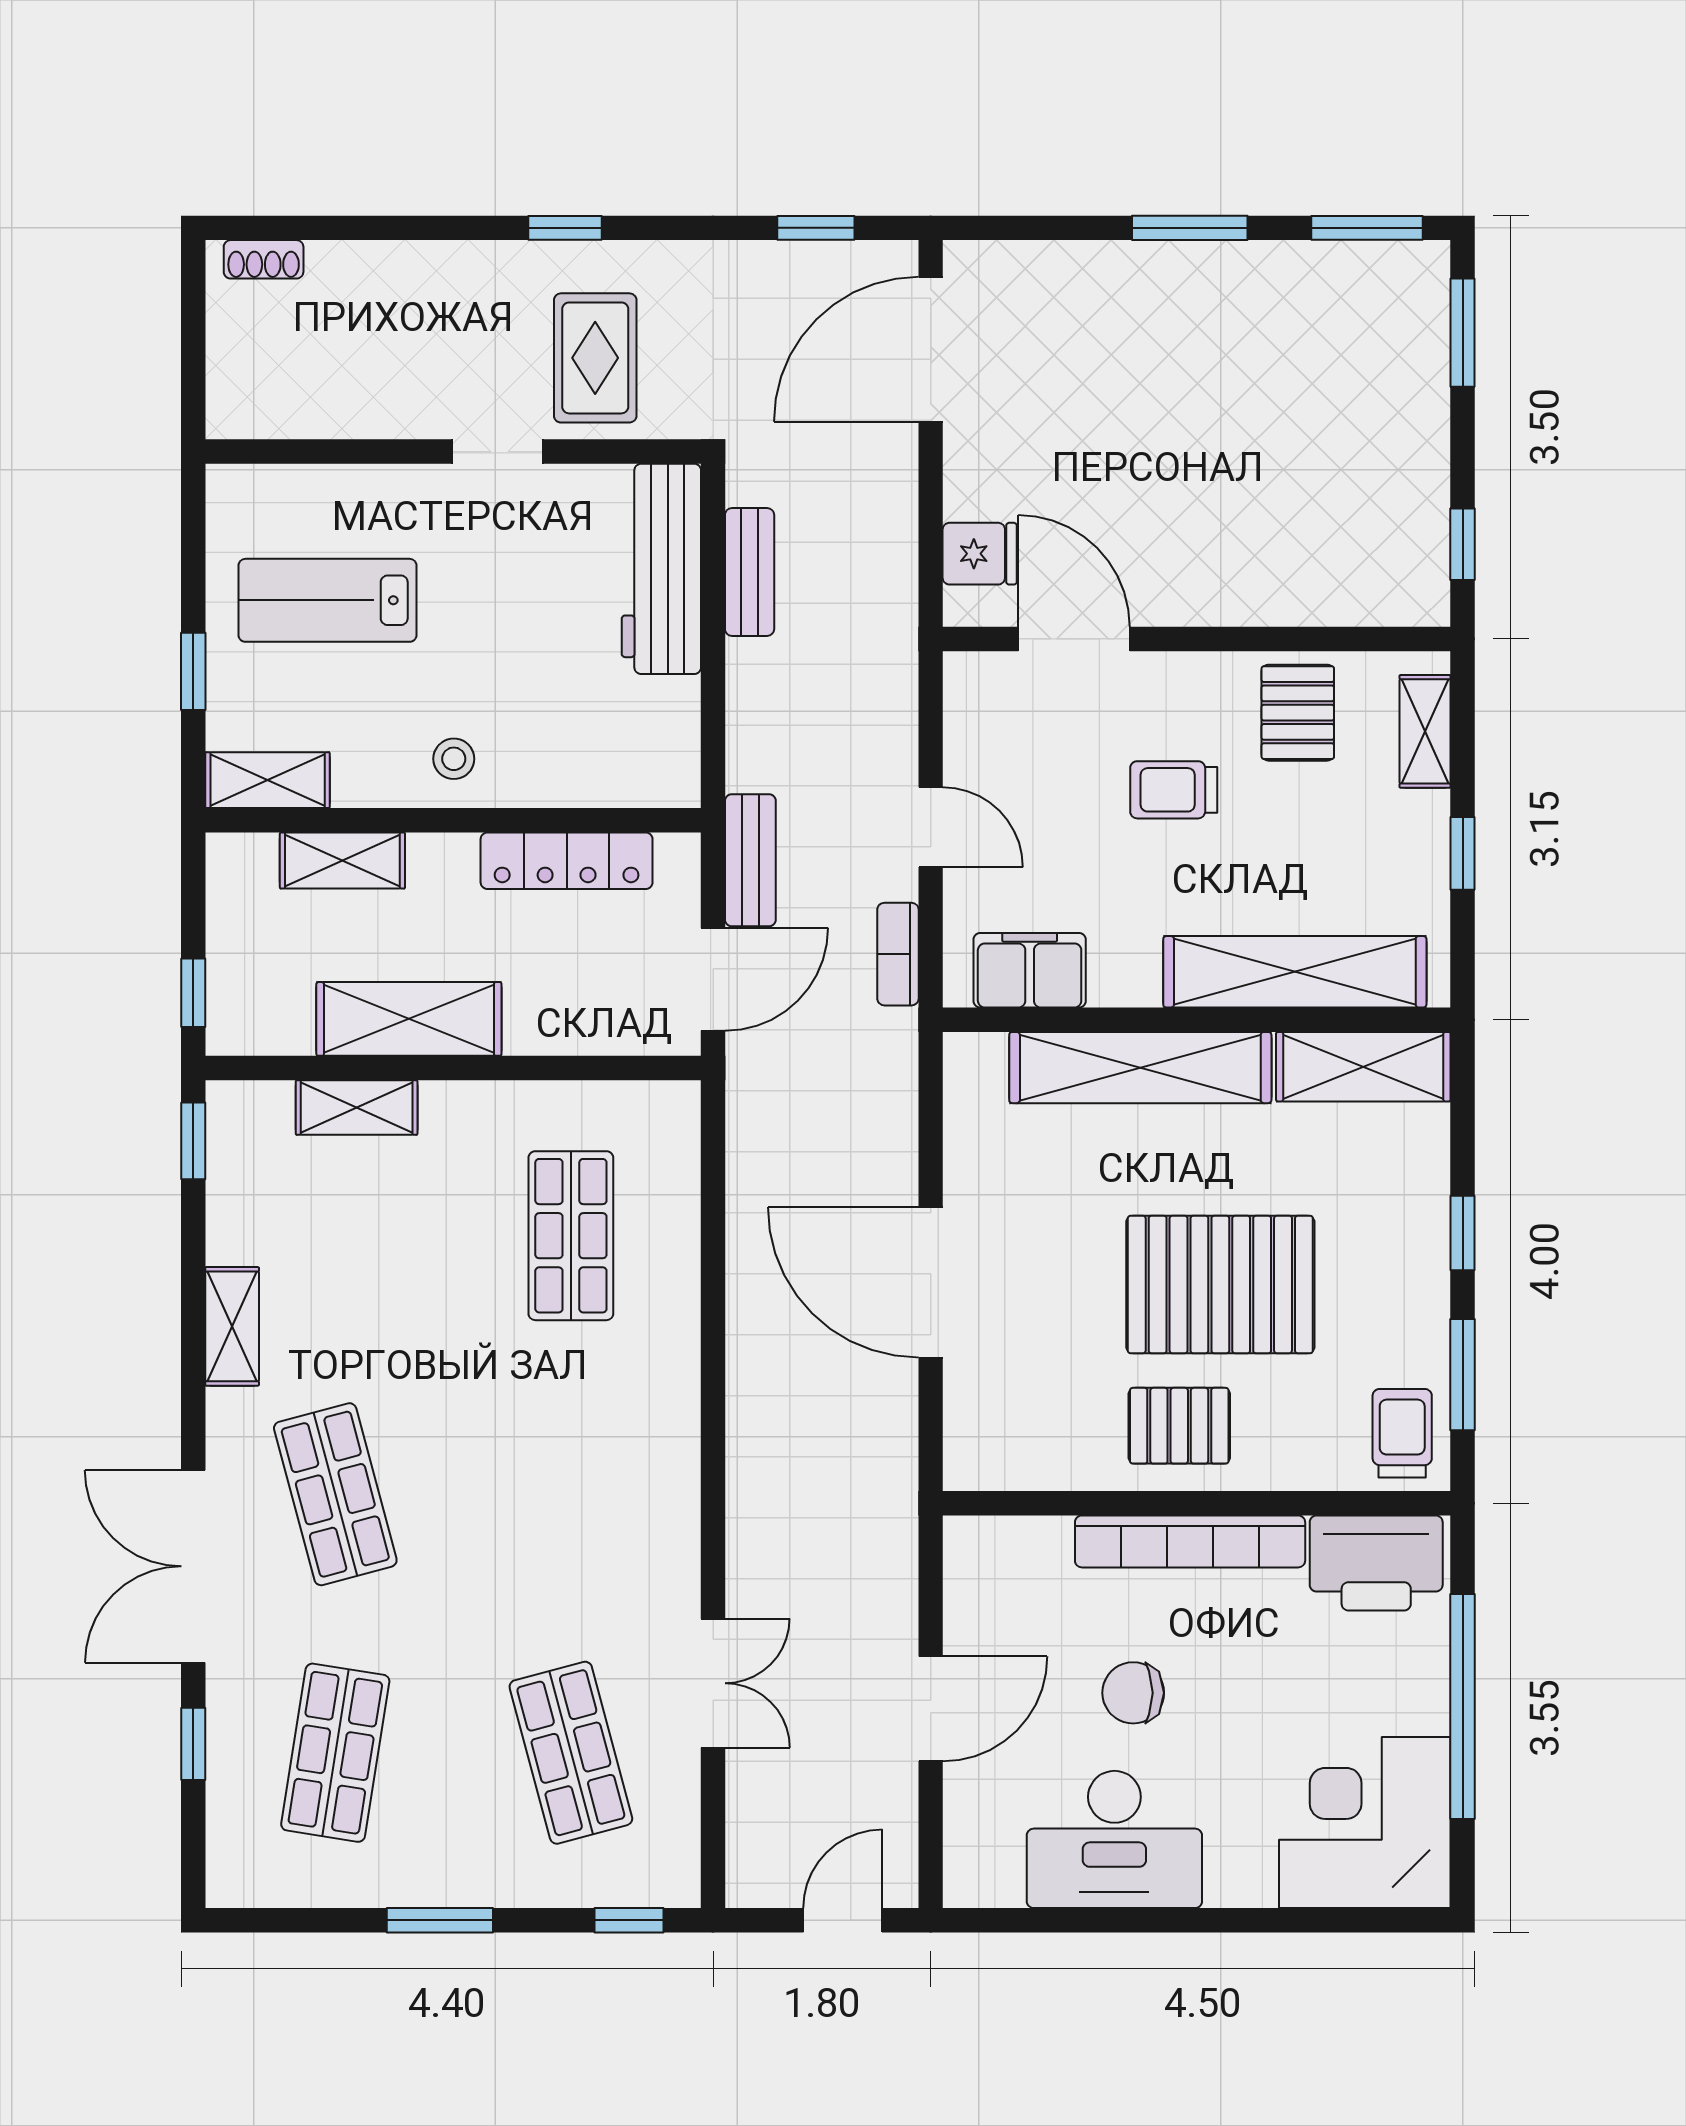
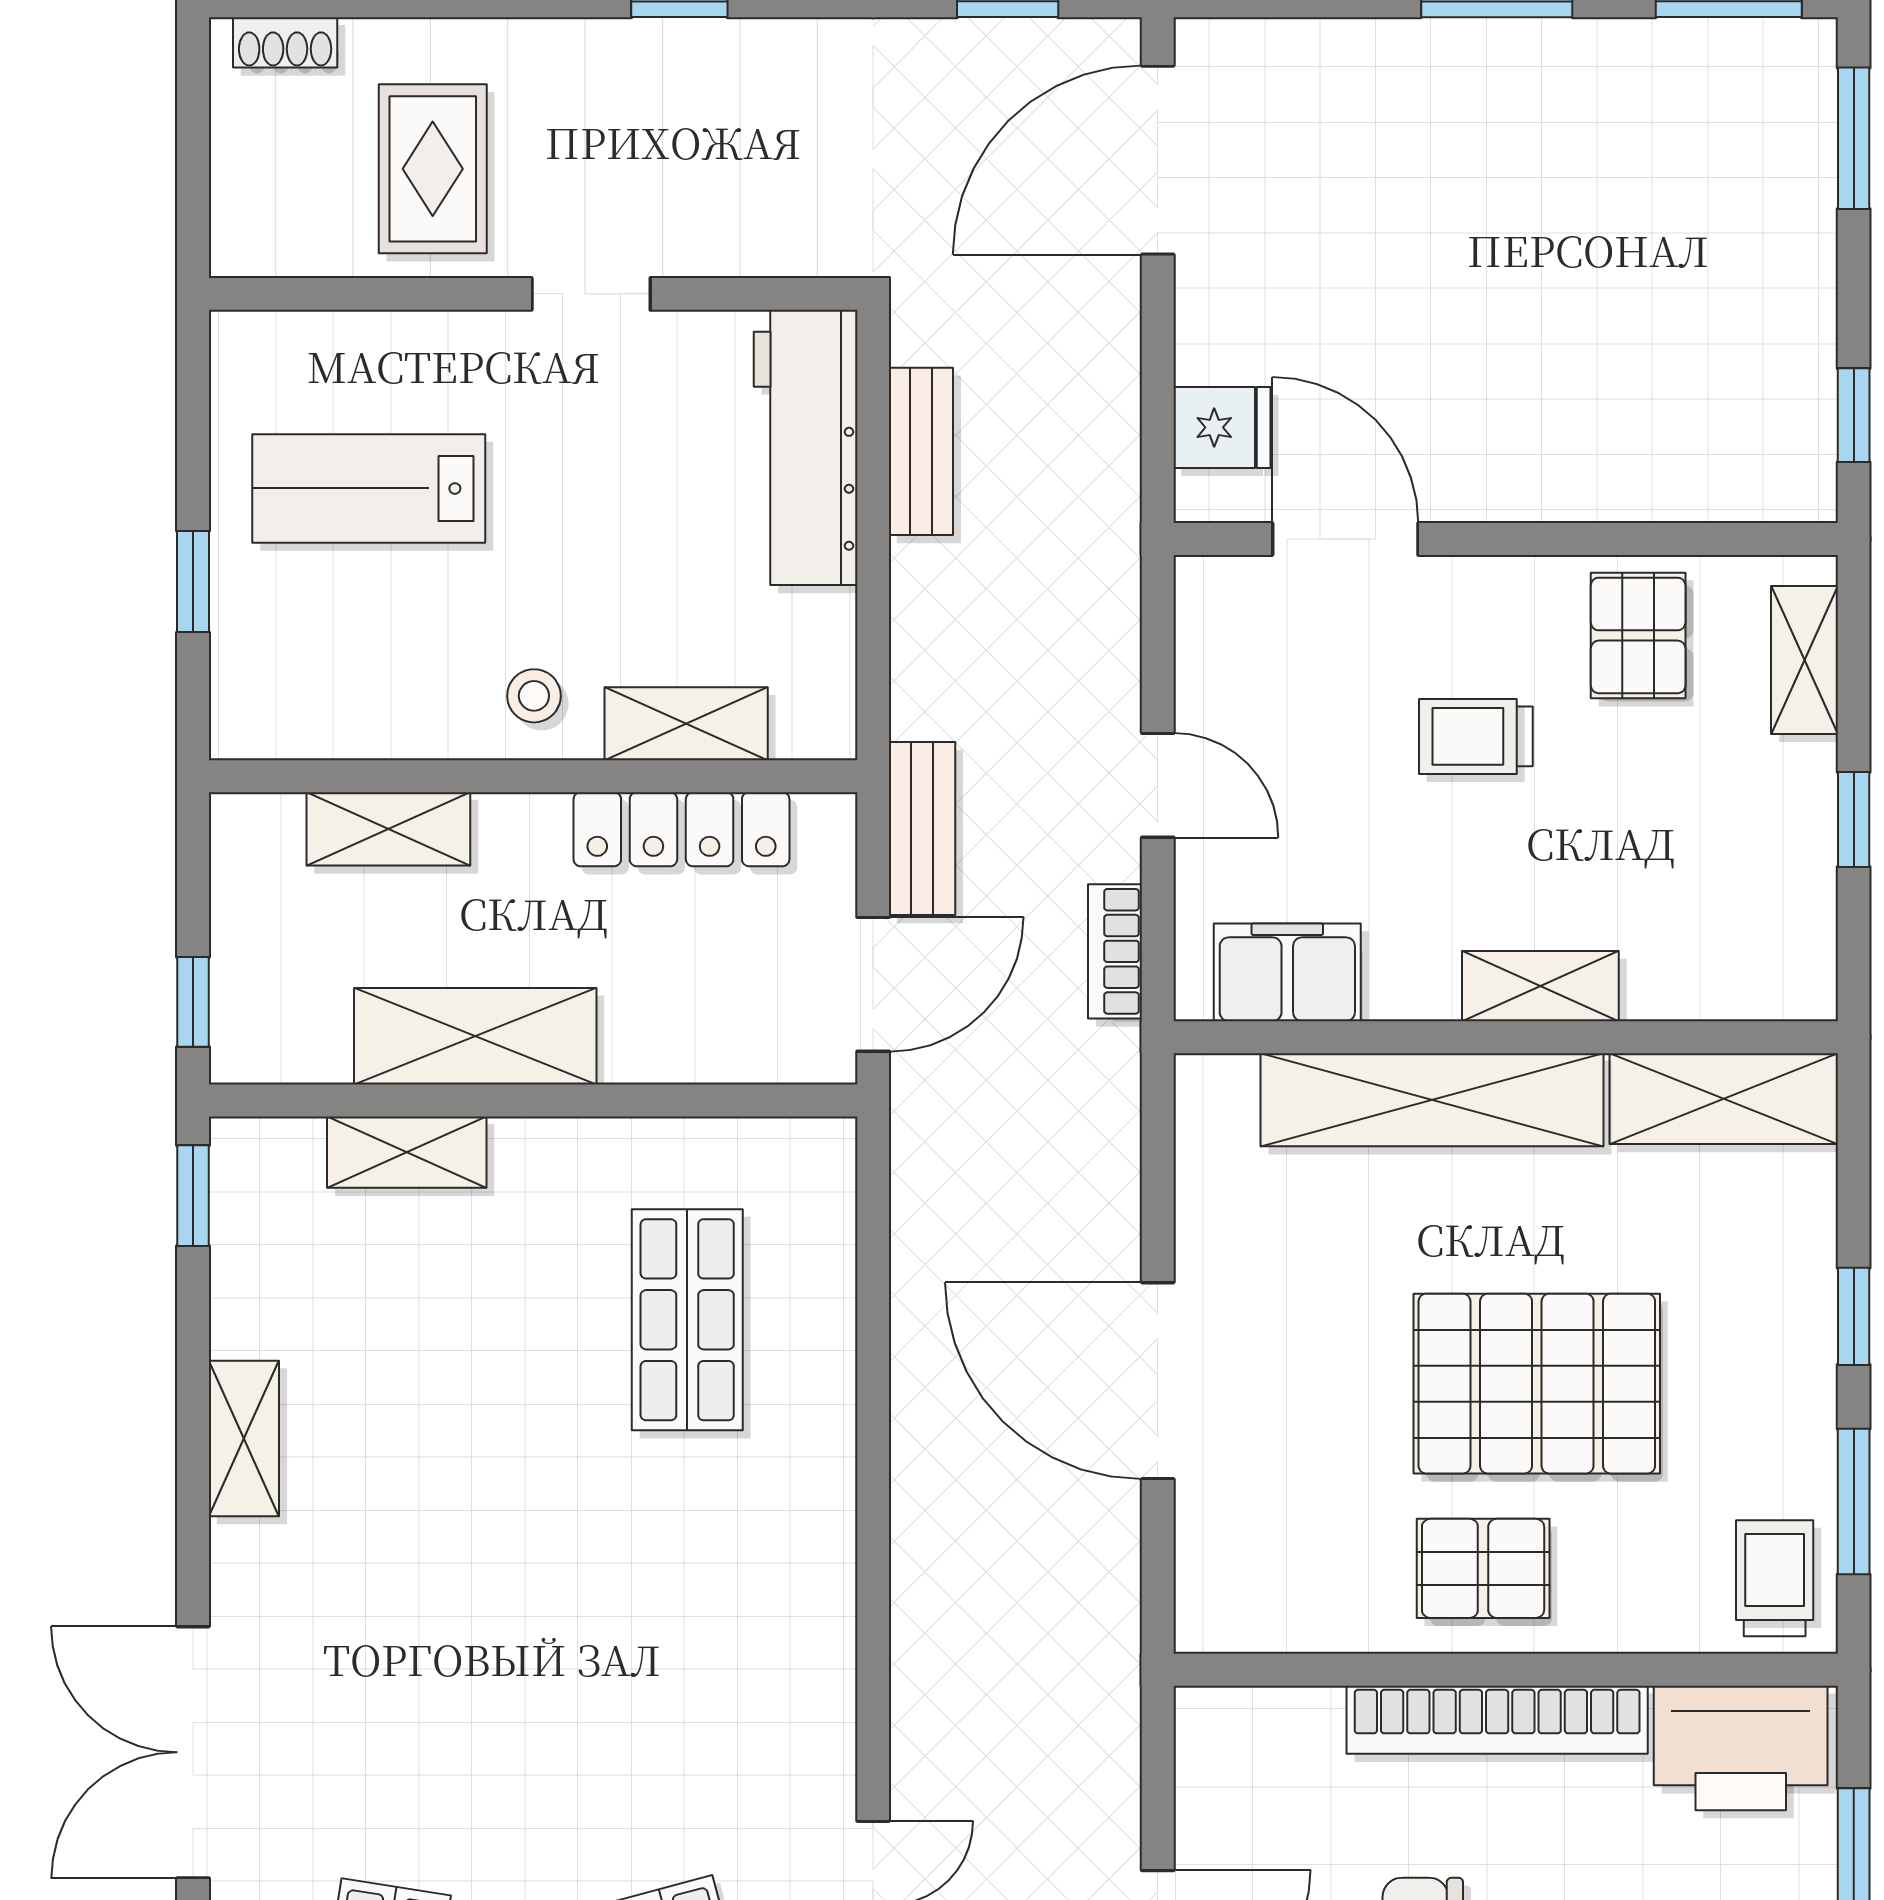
rug: (595, 358) -> (433, 169), moved
shelving: (268, 780) -> (686, 724), moved
shelving: (1295, 972) -> (1540, 986), width x0.45, depth x0.75
shop shelf: (335, 1494) -> (379, 1658), removed

